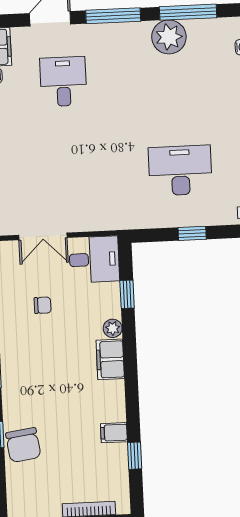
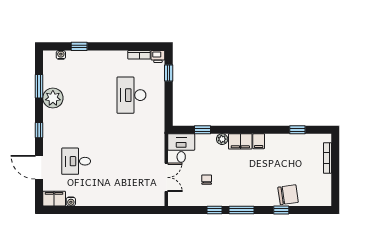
window: (188, 12) -> (39, 86), width x0.69
window: (113, 16) -> (39, 130), width x0.46
window: (192, 233) -> (169, 73), moved
filing cabinet: (114, 433) -> (259, 141), moved

